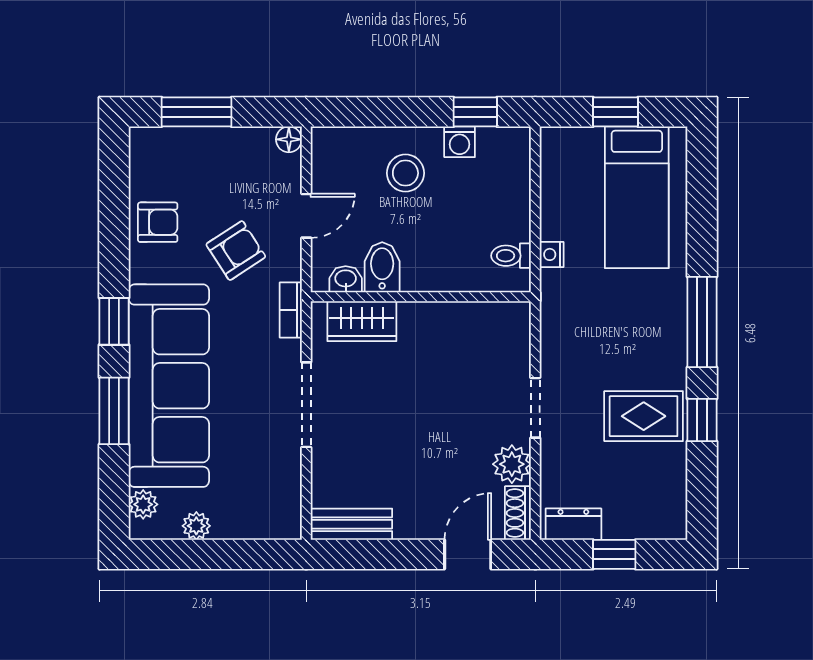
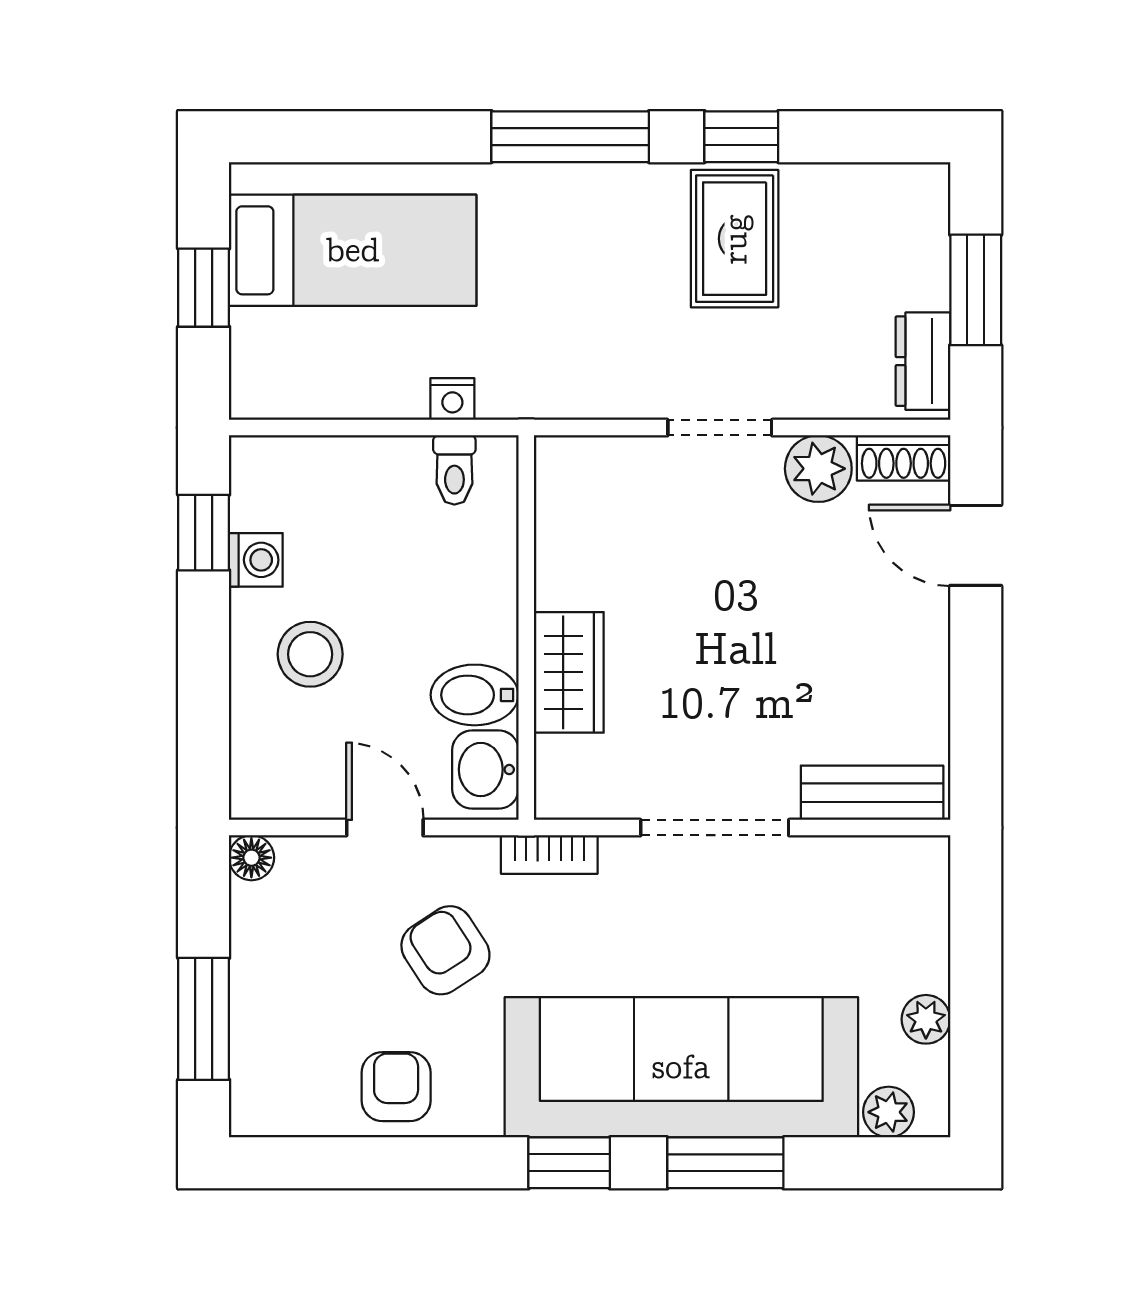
washbasin: (346, 279) -> (485, 770), width x1.38, depth x1.45
wardrobe: (362, 321) -> (569, 672), moved
bench: (351, 524) -> (872, 793), moved, turned 90
window: (614, 554) -> (976, 290), width x1.50

